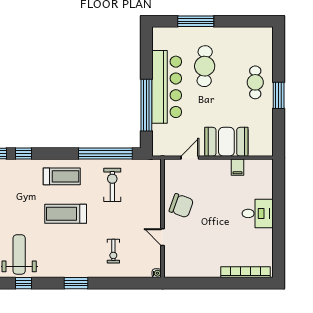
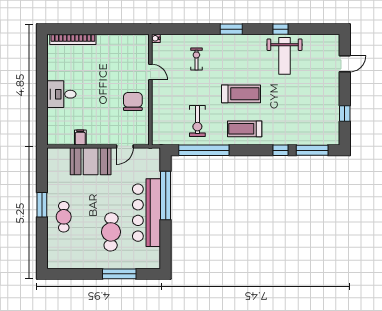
chair: (181, 206) -> (133, 102), turned 70

